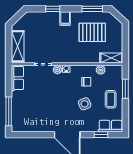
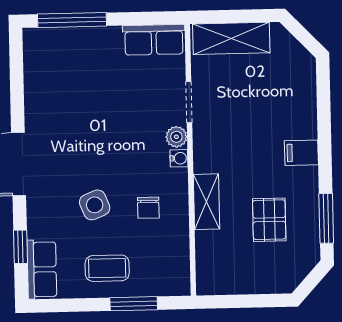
window: (53, 9) -> (324, 122), removed
pallet: (92, 32) -> (269, 220), width x0.67, depth x0.71
shelving: (111, 58) -> (206, 202), moved
plant: (101, 70) -> (178, 242), removed

